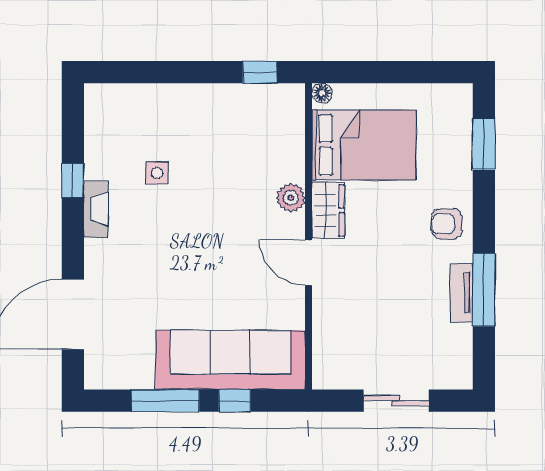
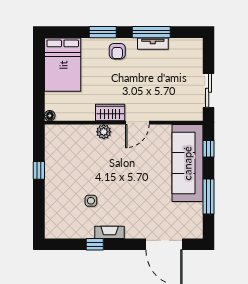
window: (260, 72) -> (39, 170), moved
window: (484, 144) -> (103, 32), moved
bed: (364, 145) -> (63, 65), moved, turned 180
window: (235, 401) -> (209, 149), moved
sliding door: (396, 401) -> (209, 90), moved

